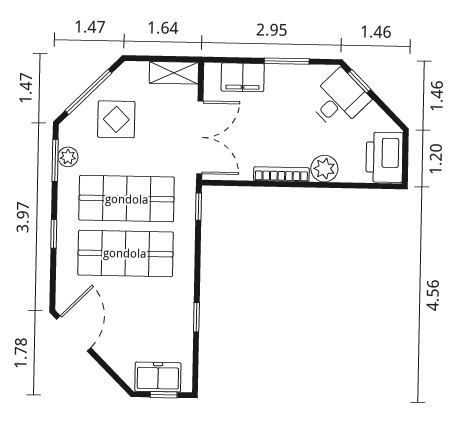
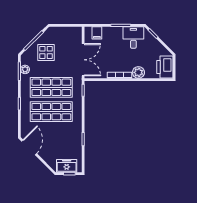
shelving: (174, 73) -> (71, 31), removed
filing cabinet: (243, 77) -> (97, 33), width x0.50
desk: (339, 100) -> (133, 37), moved, turned -45

